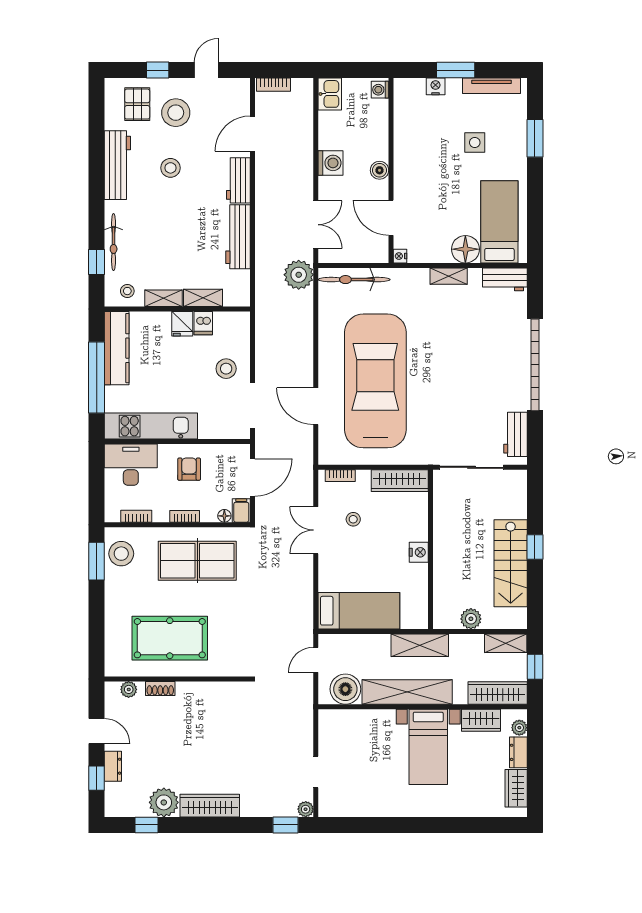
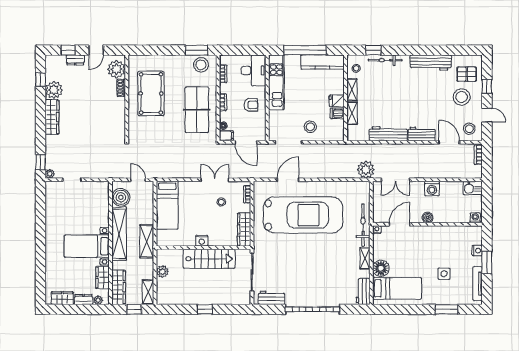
stool: (170, 168) -> (469, 129), moved
bicycle: (354, 280) -> (363, 225), moved
stairs: (511, 563) -> (209, 259), moved, turned 180
plant: (129, 689) -> (116, 69), width x1.87, depth x1.87

